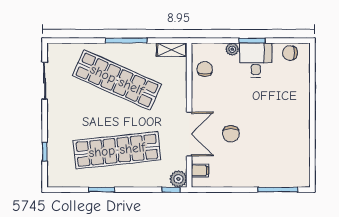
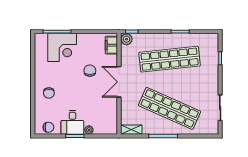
chair: (205, 69) -> (49, 93), moved
double door: (189, 134) -> (119, 82), moved
corner desk: (271, 167) -> (62, 47), added
filing cabinet: (200, 170) -> (111, 45), width x2.00

